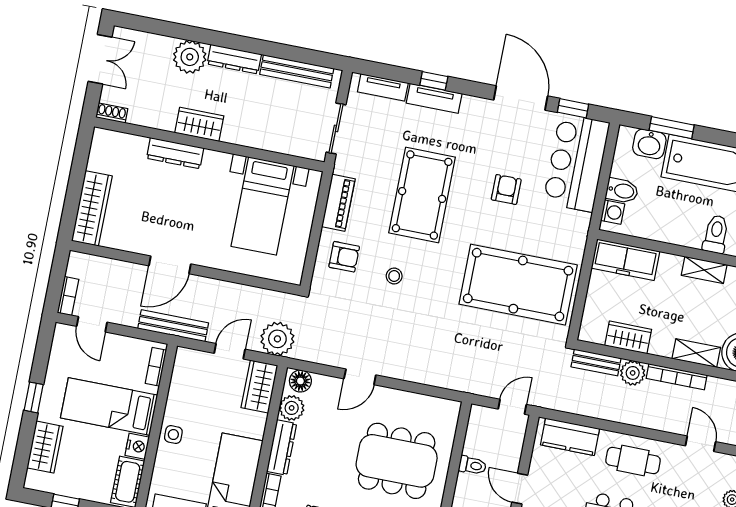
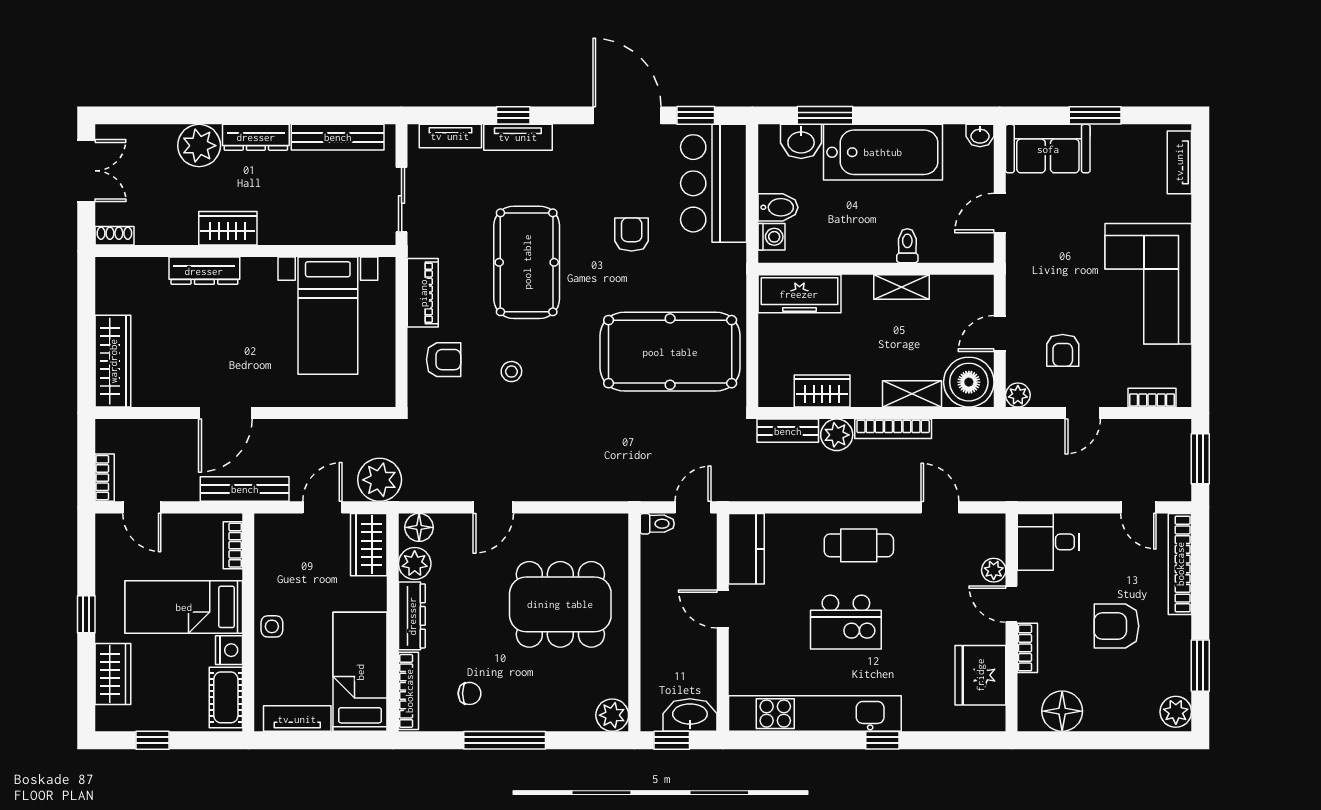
toilet: (716, 234) -> (907, 246), width x0.73, depth x0.72
kitchen counter: (570, 437) -> (746, 549), moved, turned -90
toilet: (472, 465) -> (657, 524), moved

